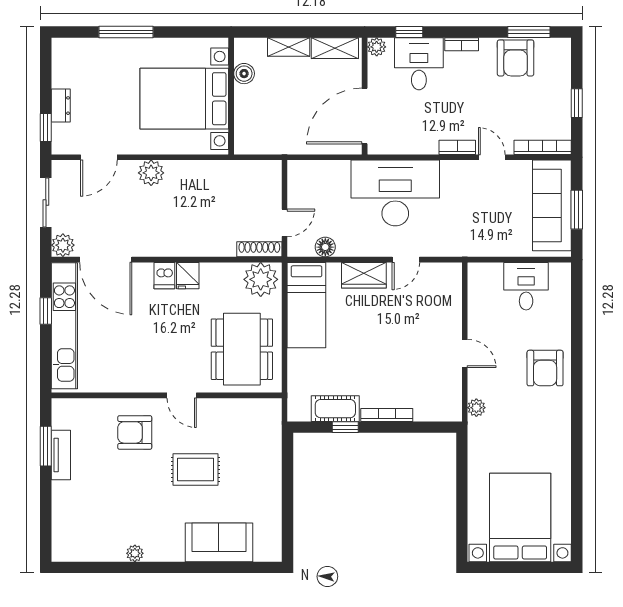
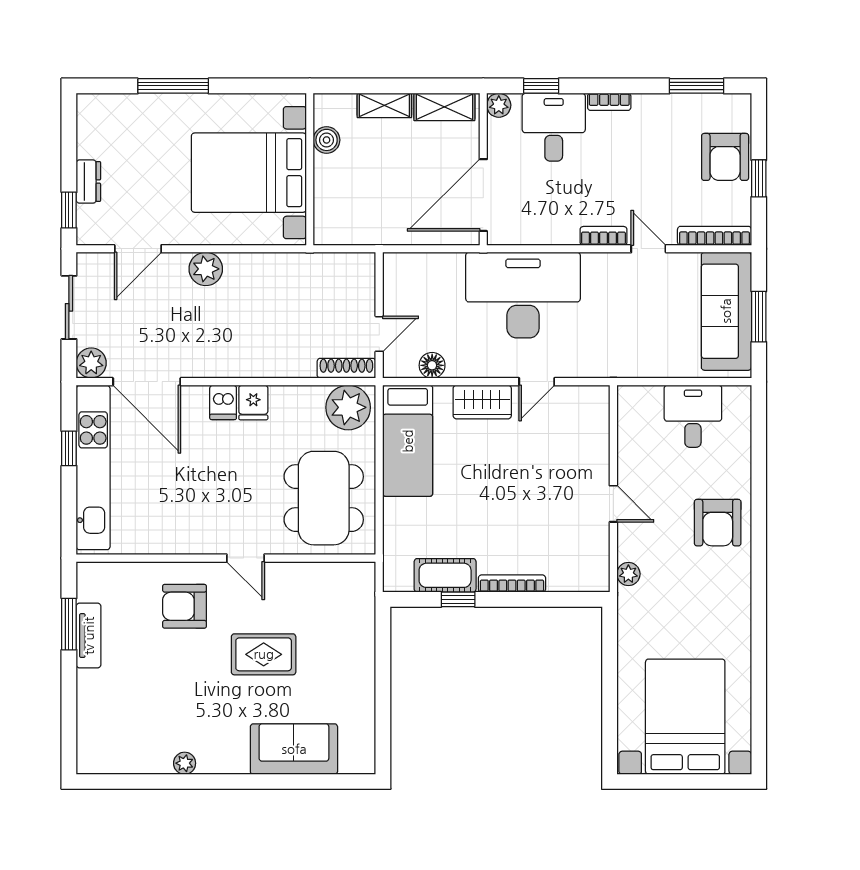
armchair: (516, 58) -> (725, 157), moved

